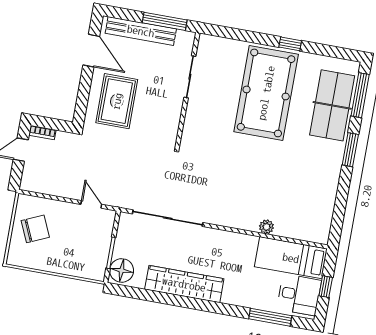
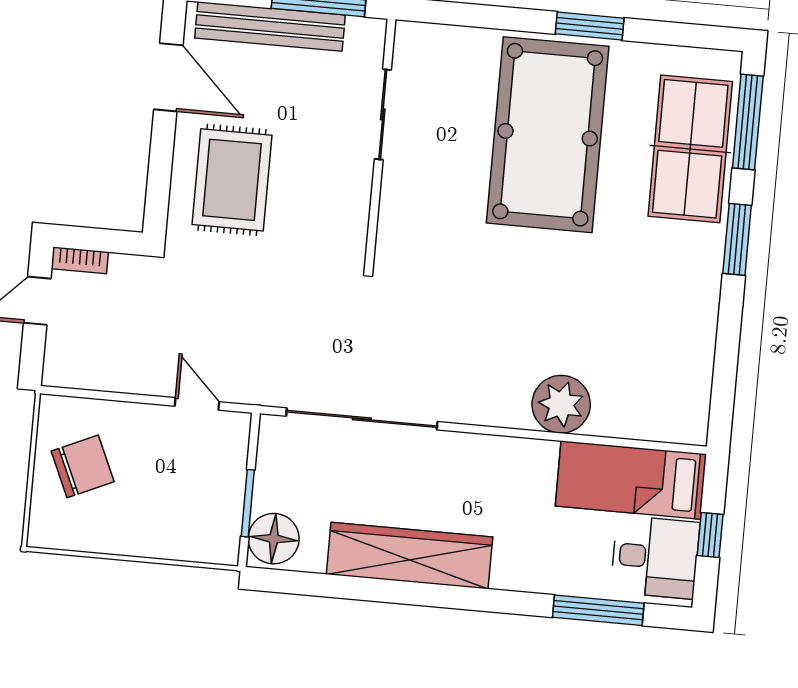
window: (290, 44) -> (590, 26), width x1.50
plant: (266, 227) -> (561, 404), width x1.88, depth x1.88

